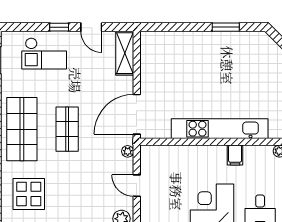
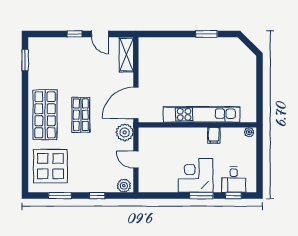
checkout: (44, 53) -> (63, 55), removed
plant: (128, 151) -> (125, 132), width x1.88, depth x1.88
display table: (29, 194) -> (50, 166), width x1.36, depth x1.36

